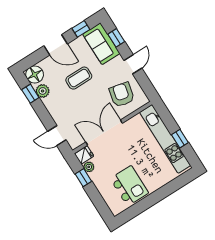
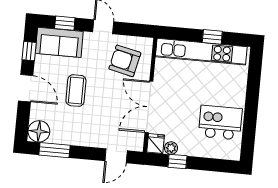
door: (56, 45) -> (26, 88), hinge flipped
plant: (43, 91) -> (61, 136), removed
window: (30, 94) -> (54, 150), width x1.50

